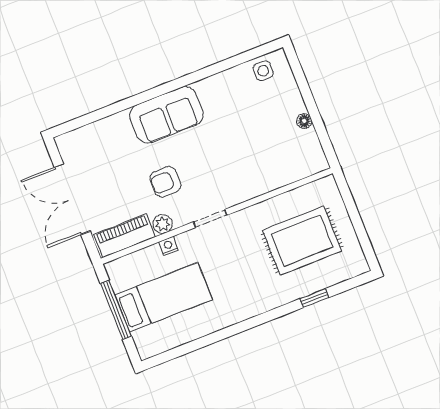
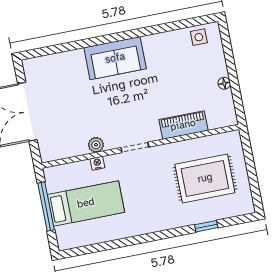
armchair: (165, 182) -> (104, 111), removed
piano: (125, 236) -> (183, 125), moved

